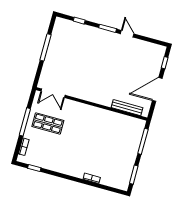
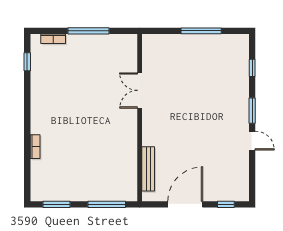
door: (127, 34) -> (252, 141), hinge flipped
door: (157, 89) -> (185, 204), hinge flipped
double door: (53, 93) -> (140, 90), moved
shop shelf: (48, 123) -> (95, 64), removed

